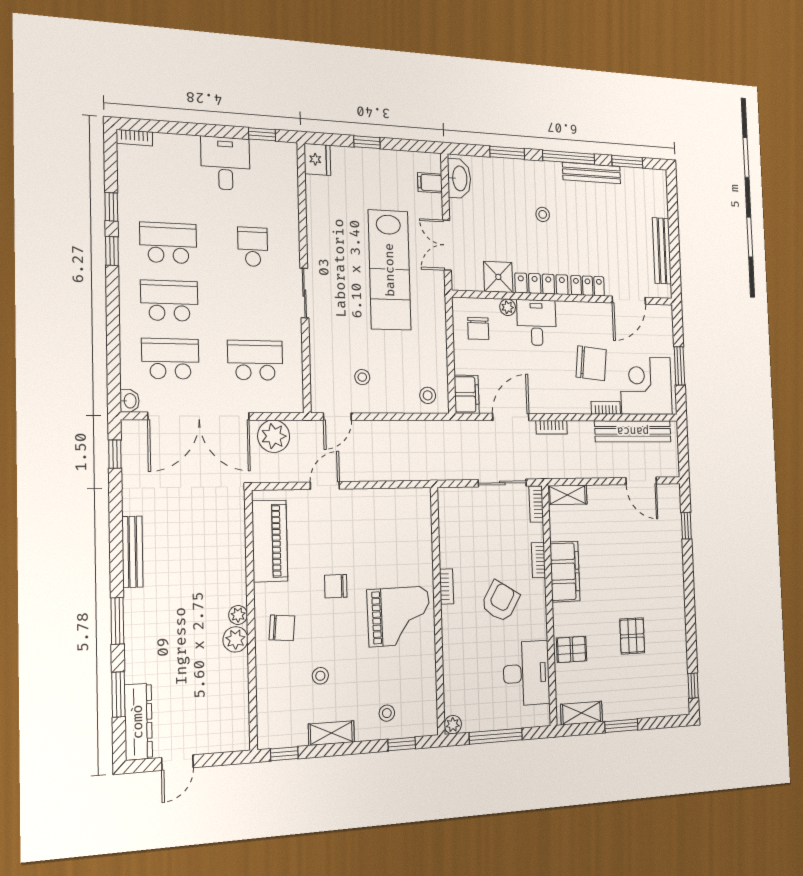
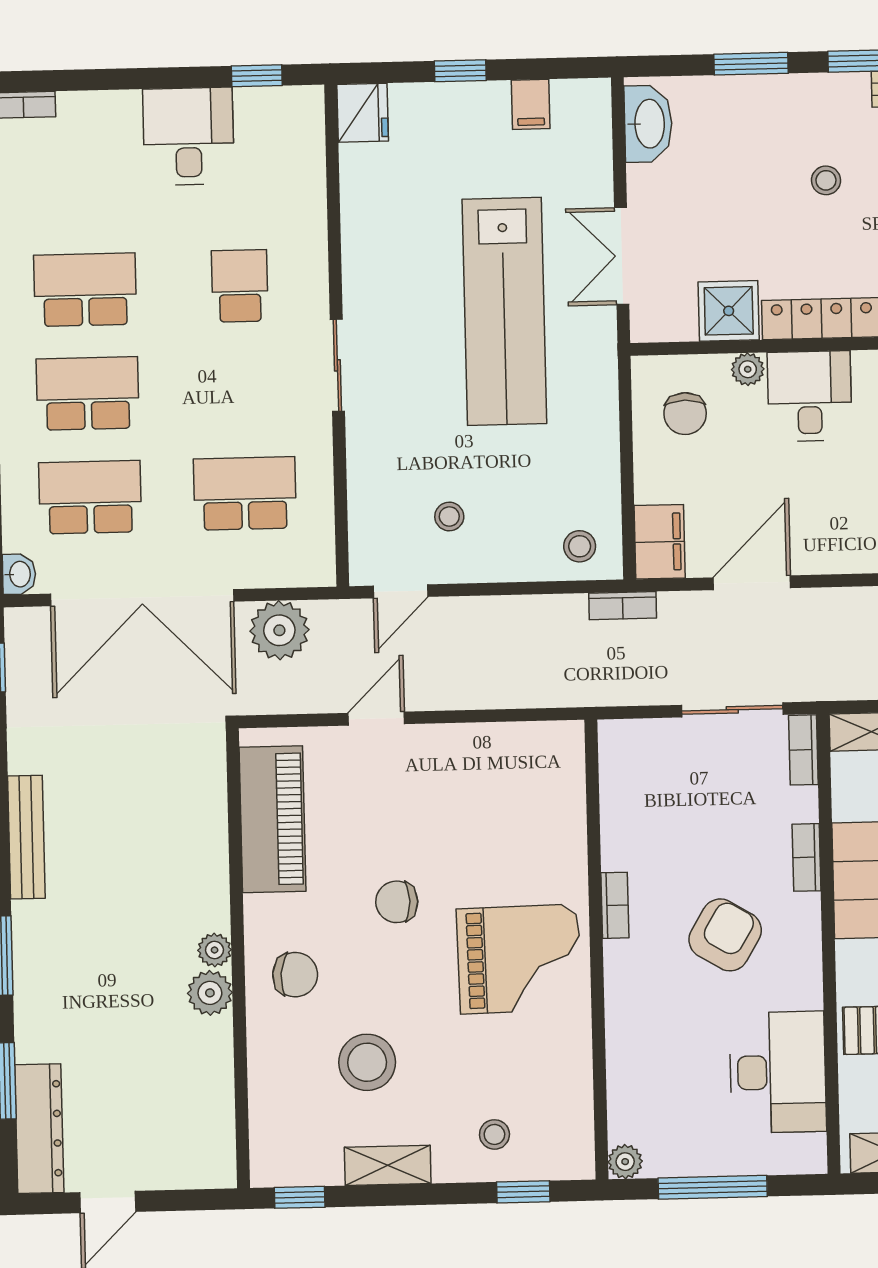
filing cabinet: (430, 183) -> (531, 104), moved, turned -90
bookcase: (552, 427) -> (623, 606), moved
stool: (320, 676) -> (367, 1062), width x1.89, depth x1.89

